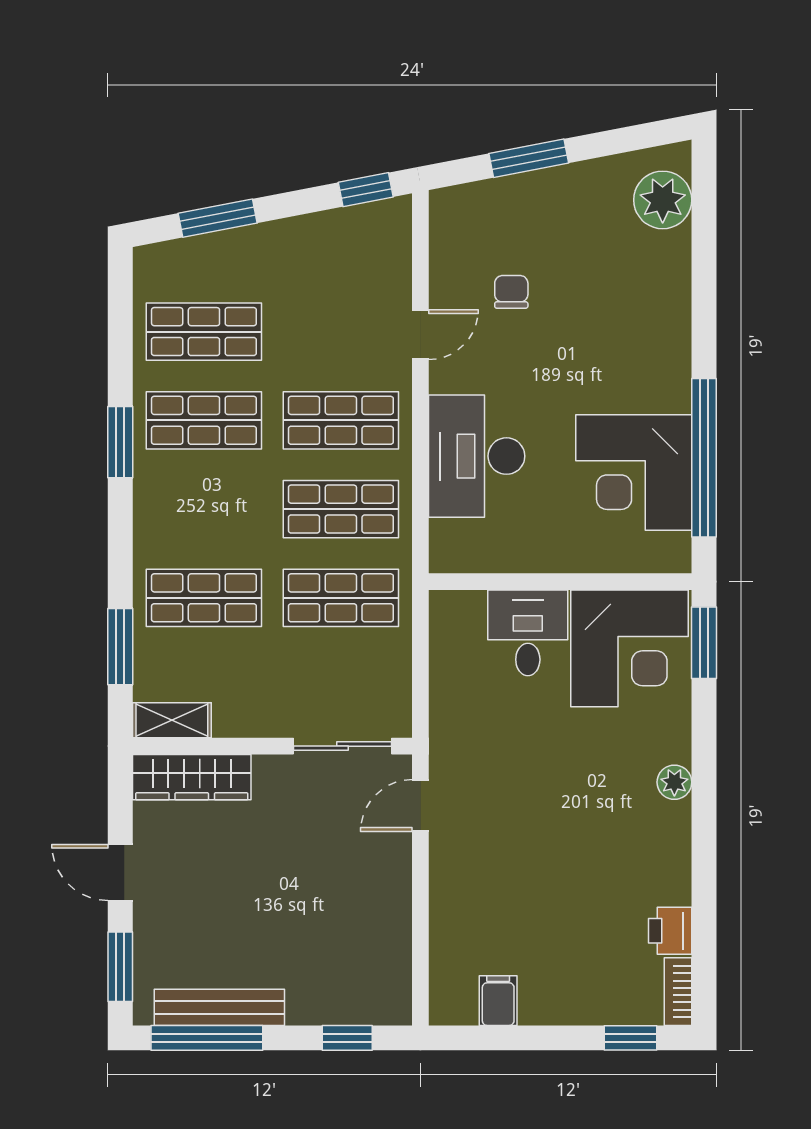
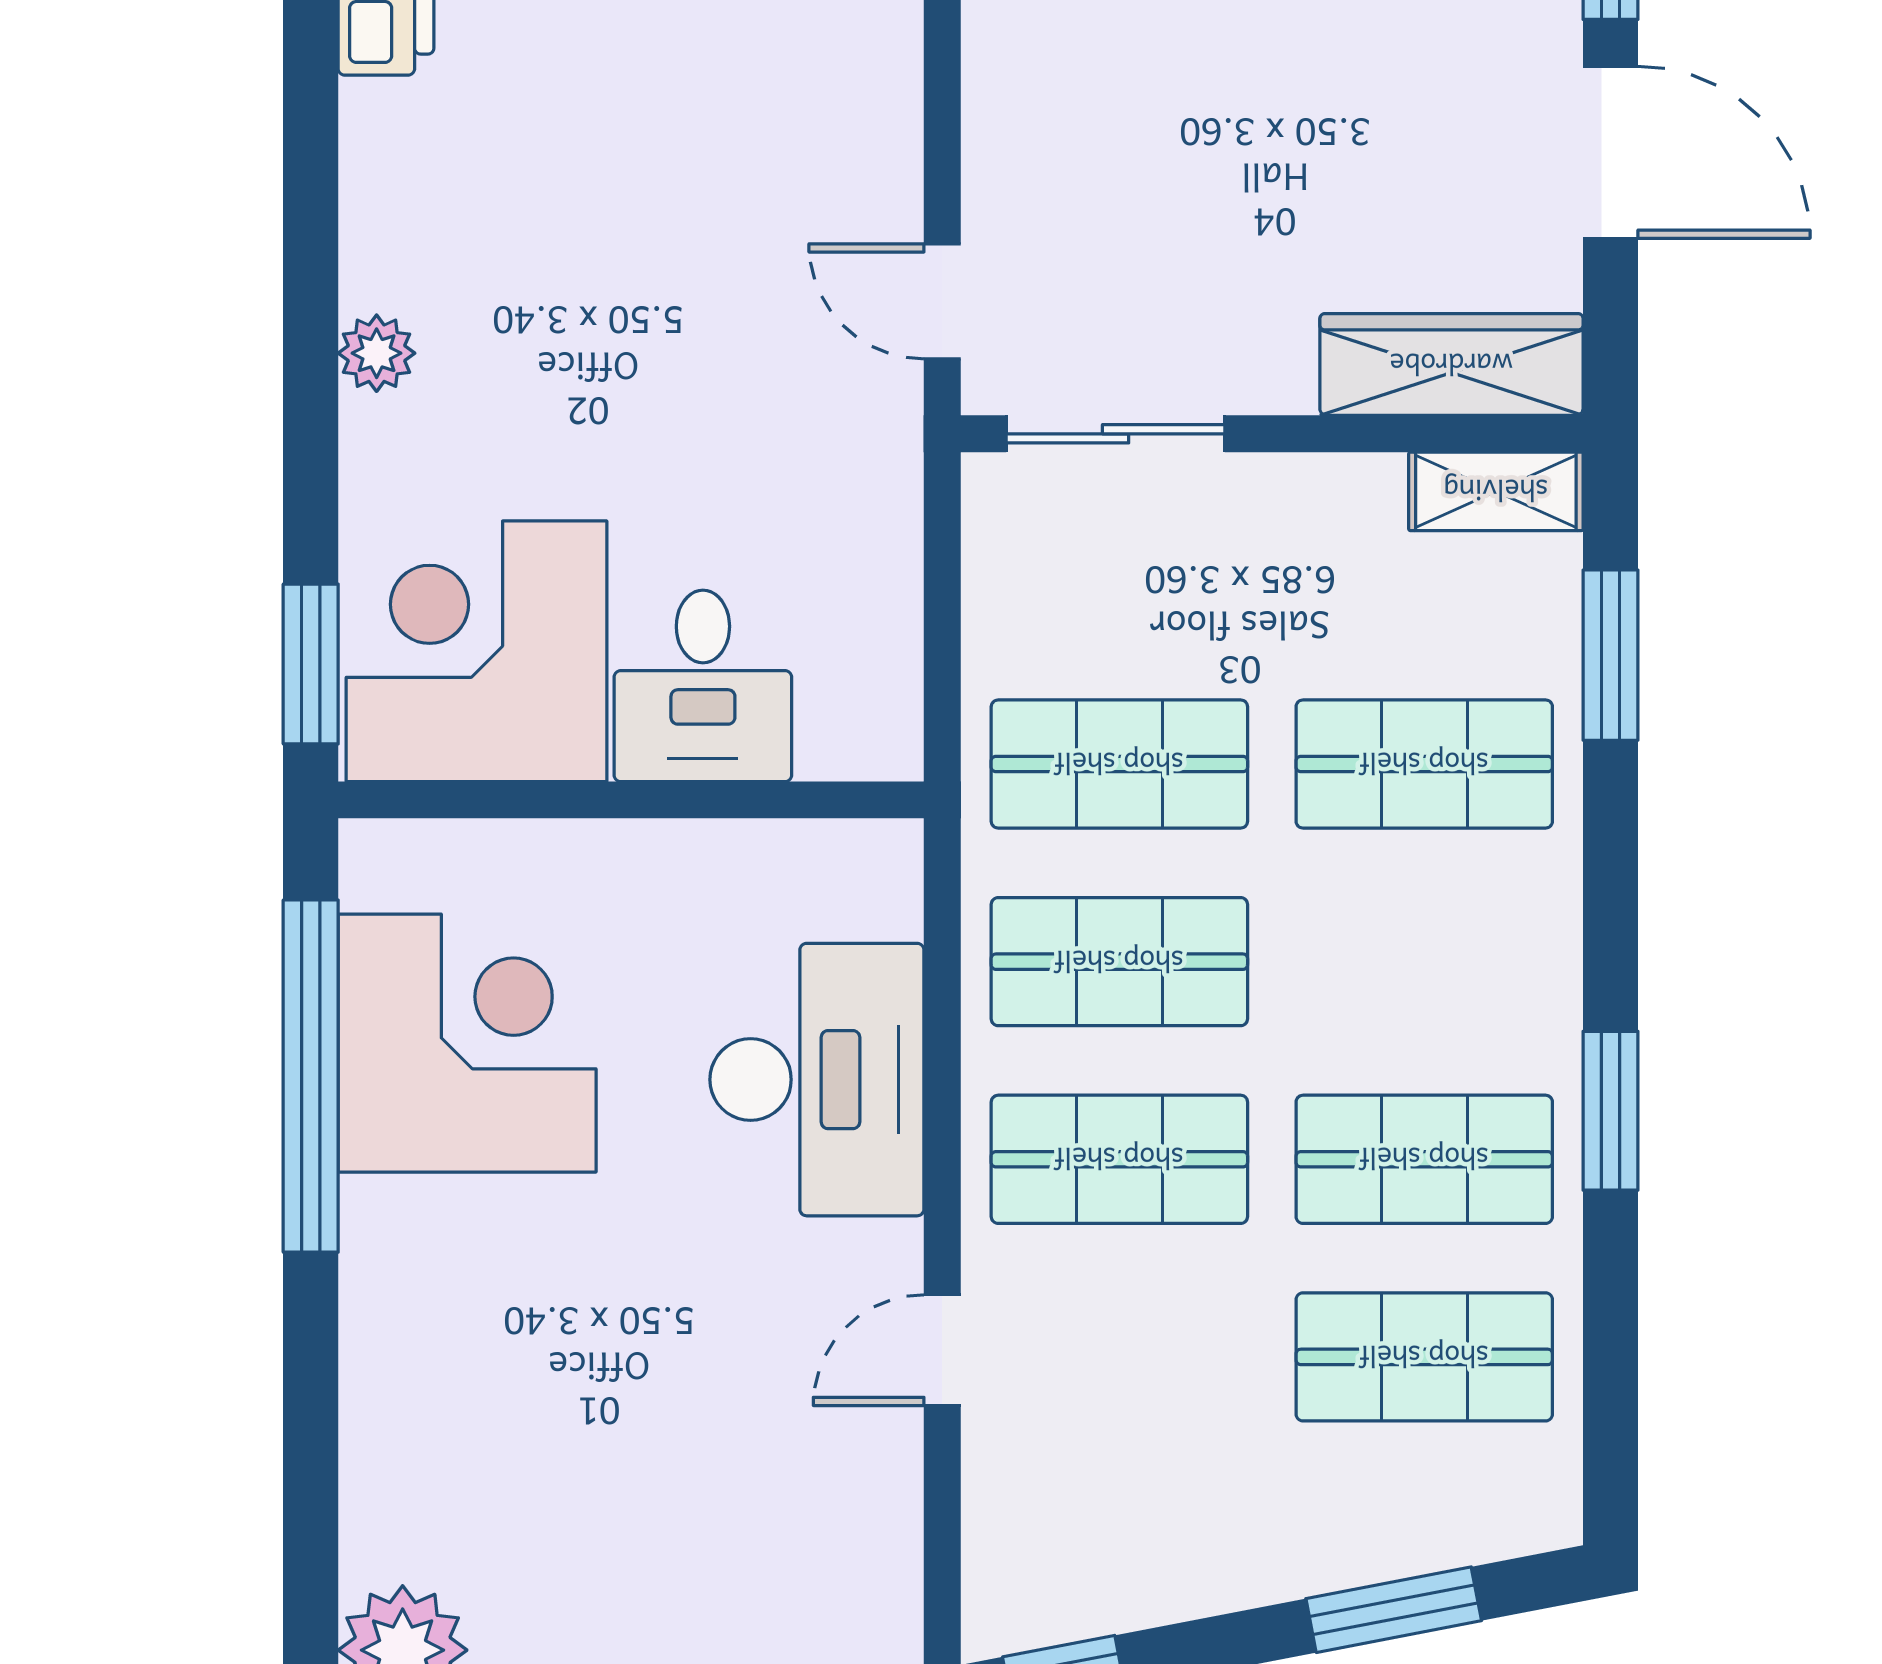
chair: (511, 292) -> (740, 1445), removed
door: (420, 806) -> (942, 301), swing flipped
door: (120, 872) -> (1611, 152), width x1.38

